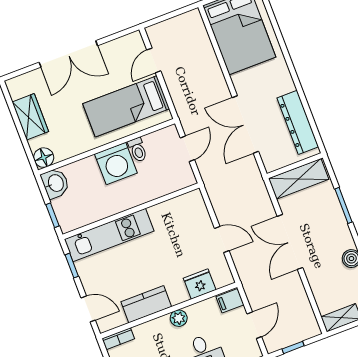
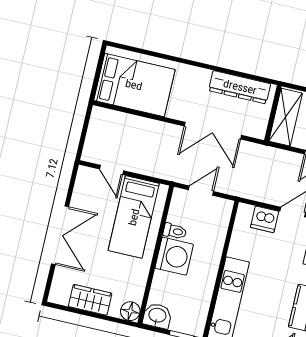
door: (187, 149) -> (201, 191), hinge flipped
dishwasher: (199, 220) -> (265, 219), added

